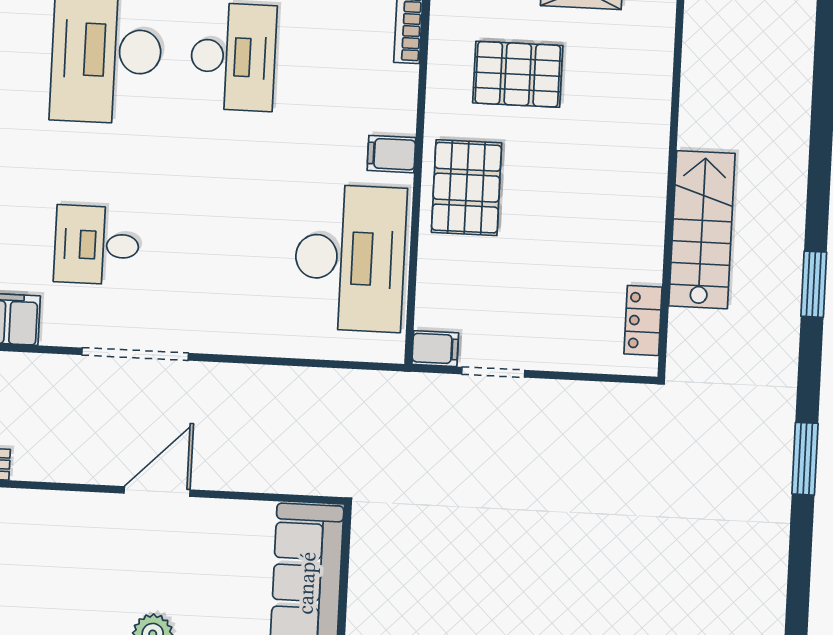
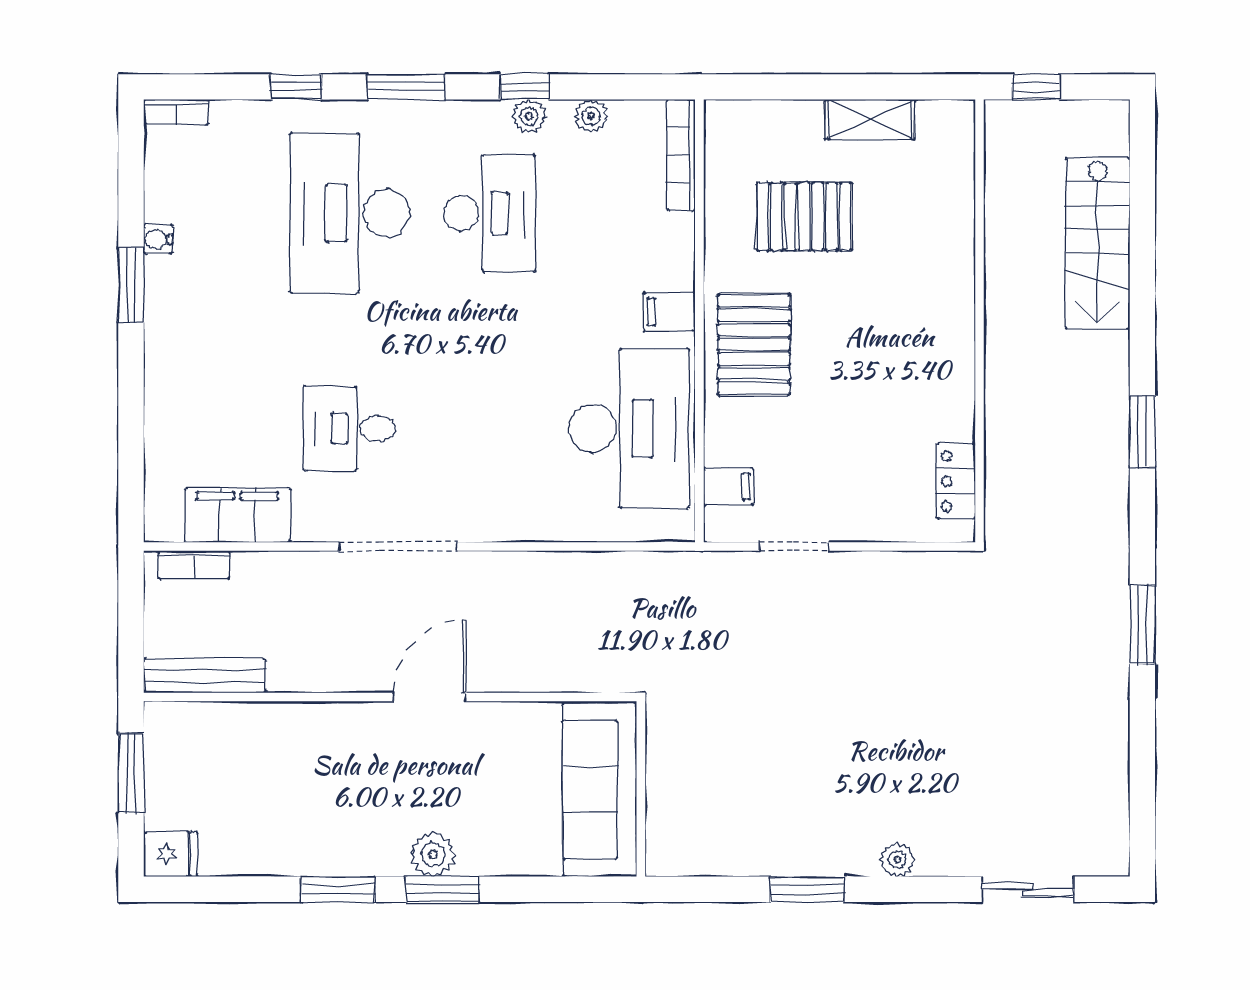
stairs: (702, 230) -> (1098, 243), moved, turned 180
filing cabinet: (435, 349) -> (728, 487), moved

